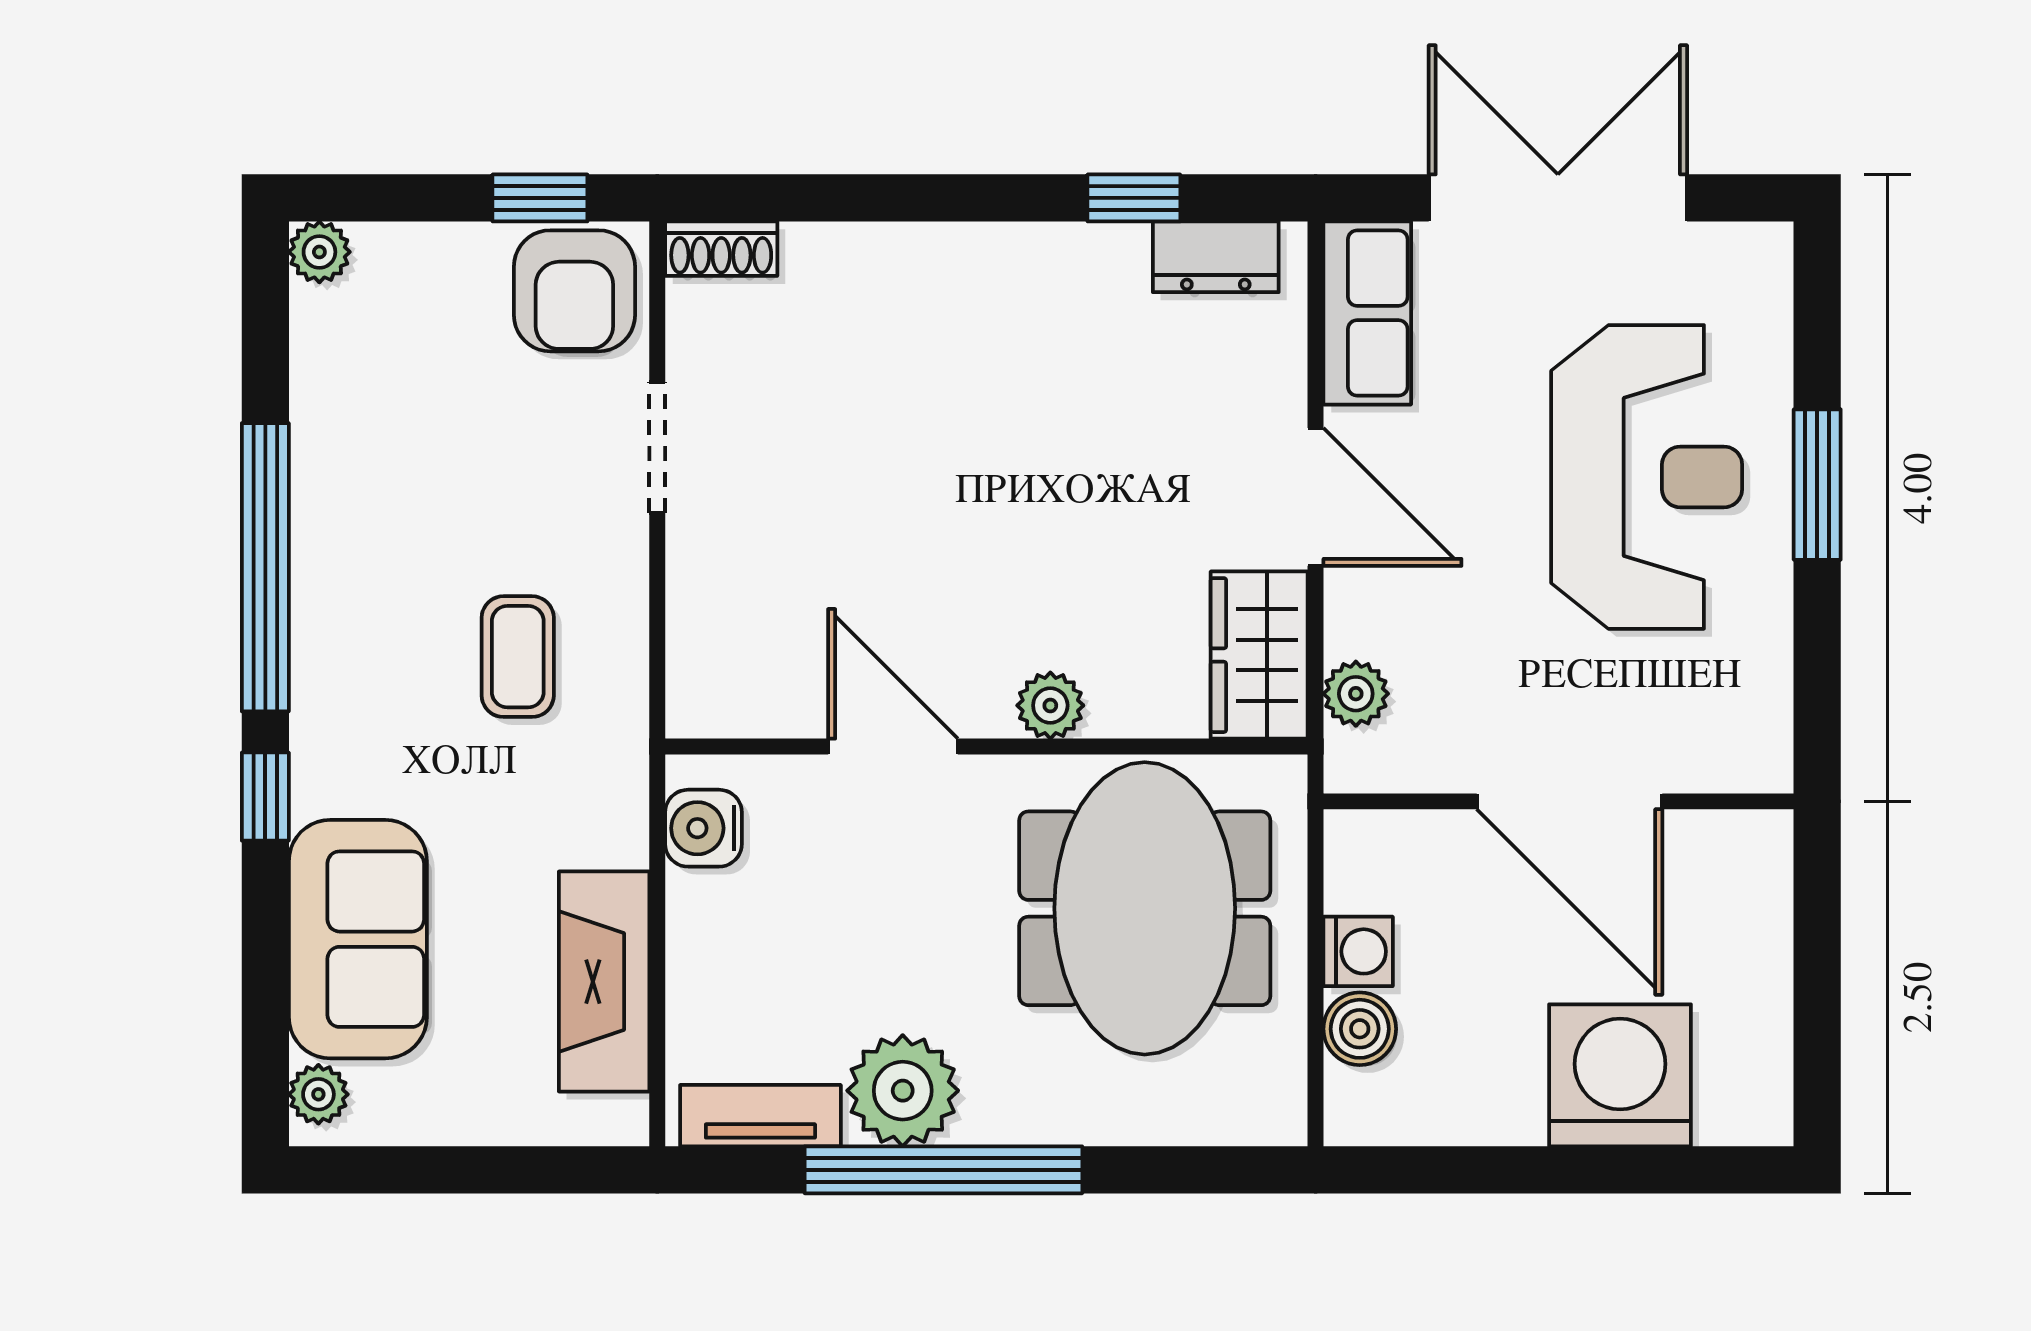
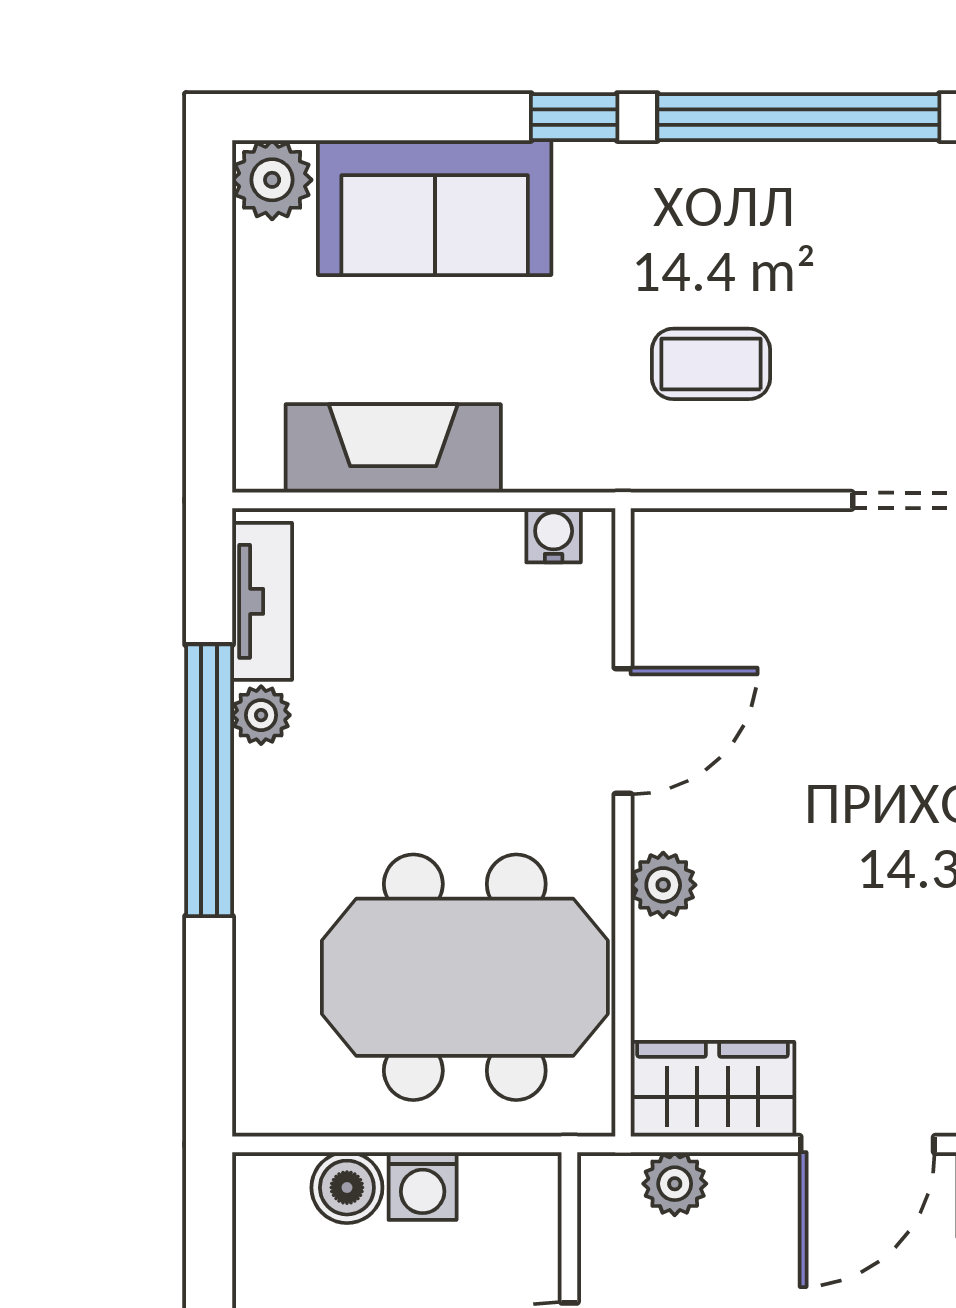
water cooler: (704, 828) -> (554, 535), width x0.72, depth x0.72
plant: (903, 1091) -> (261, 715), width x0.53, depth x0.53
plant: (318, 1094) -> (272, 180), width x1.38, depth x1.38

